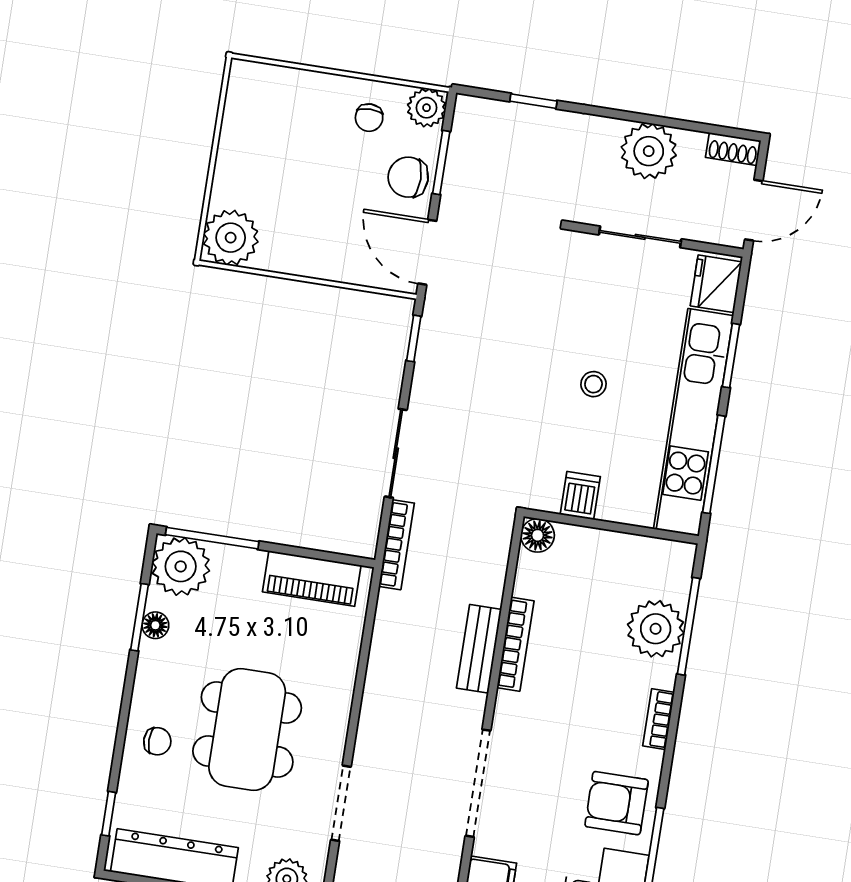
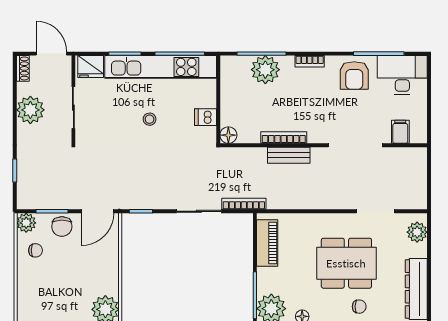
chair: (157, 741) -> (359, 307), turned 91

